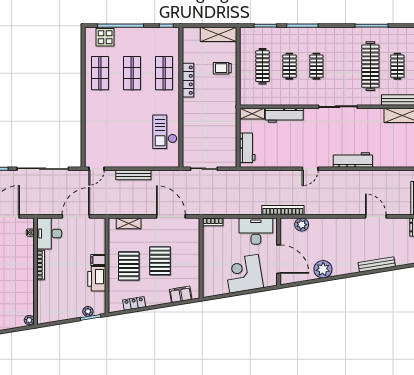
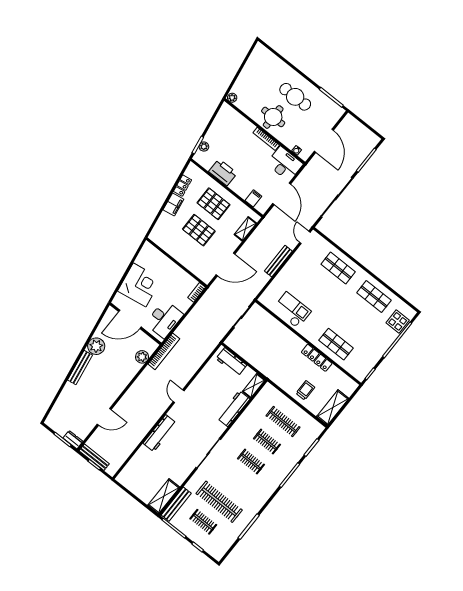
shop shelf: (132, 73) -> (338, 268), moved
filing cabinet: (98, 260) -> (253, 198), moved
bench: (377, 264) -> (80, 368), moved
round table: (18, 274) -> (273, 117), added
filing cabinet: (181, 294) -> (173, 205), moved

